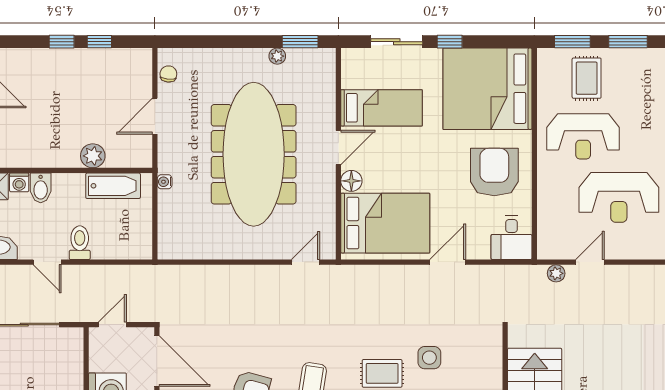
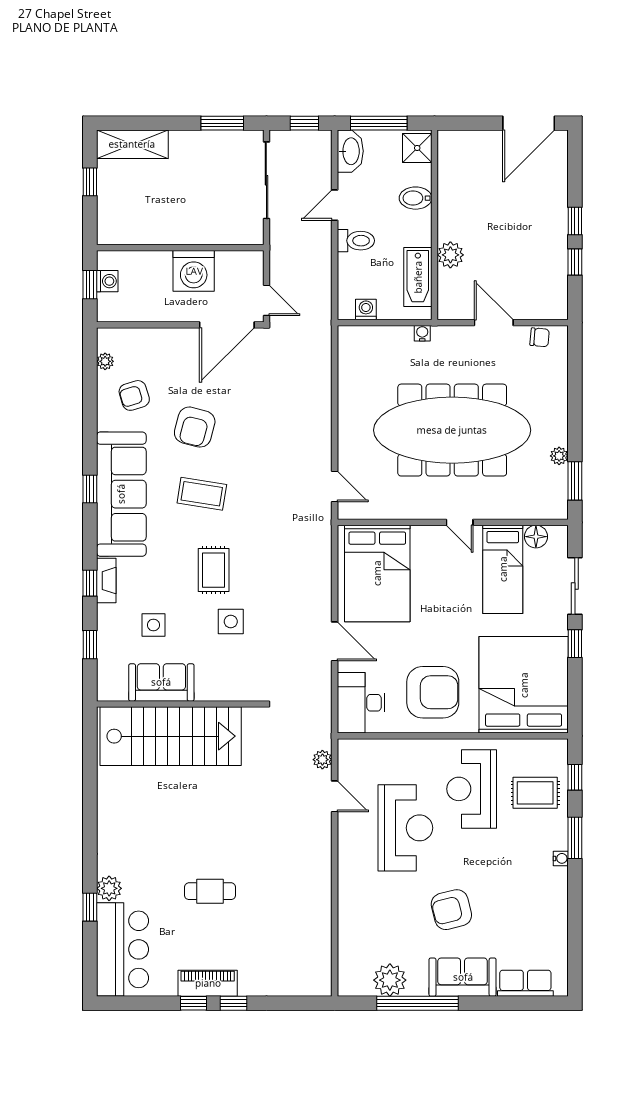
window: (572, 42) -> (575, 777), width x0.67
water cooler: (647, 55) -> (561, 858), added
door: (338, 147) -> (460, 522), width x0.73
floor lamp: (351, 181) -> (536, 537), moved
washing machine: (19, 182) -> (366, 310), moved, turned 90
reception desk: (619, 197) -> (405, 828), turned 180
desk: (512, 238) -> (361, 703), width x1.37
door: (112, 325) -> (266, 300), moved

